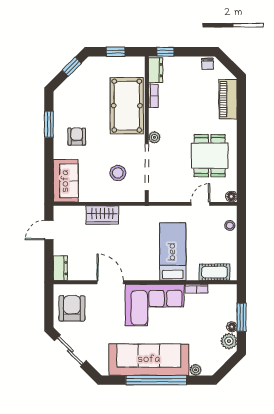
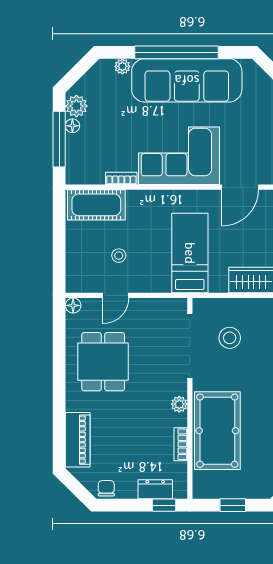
dresser: (156, 70) -> (155, 489), moved, turned 90
plant: (154, 137) -> (179, 404), moved
stool: (230, 225) -> (119, 256), moved
bed: (173, 252) -> (190, 253), moved, turned 180
cot: (215, 272) -> (96, 205), width x1.37, depth x1.34
door: (110, 282) -> (240, 187), hinge flipped
window: (241, 317) -> (59, 139), width x1.44

